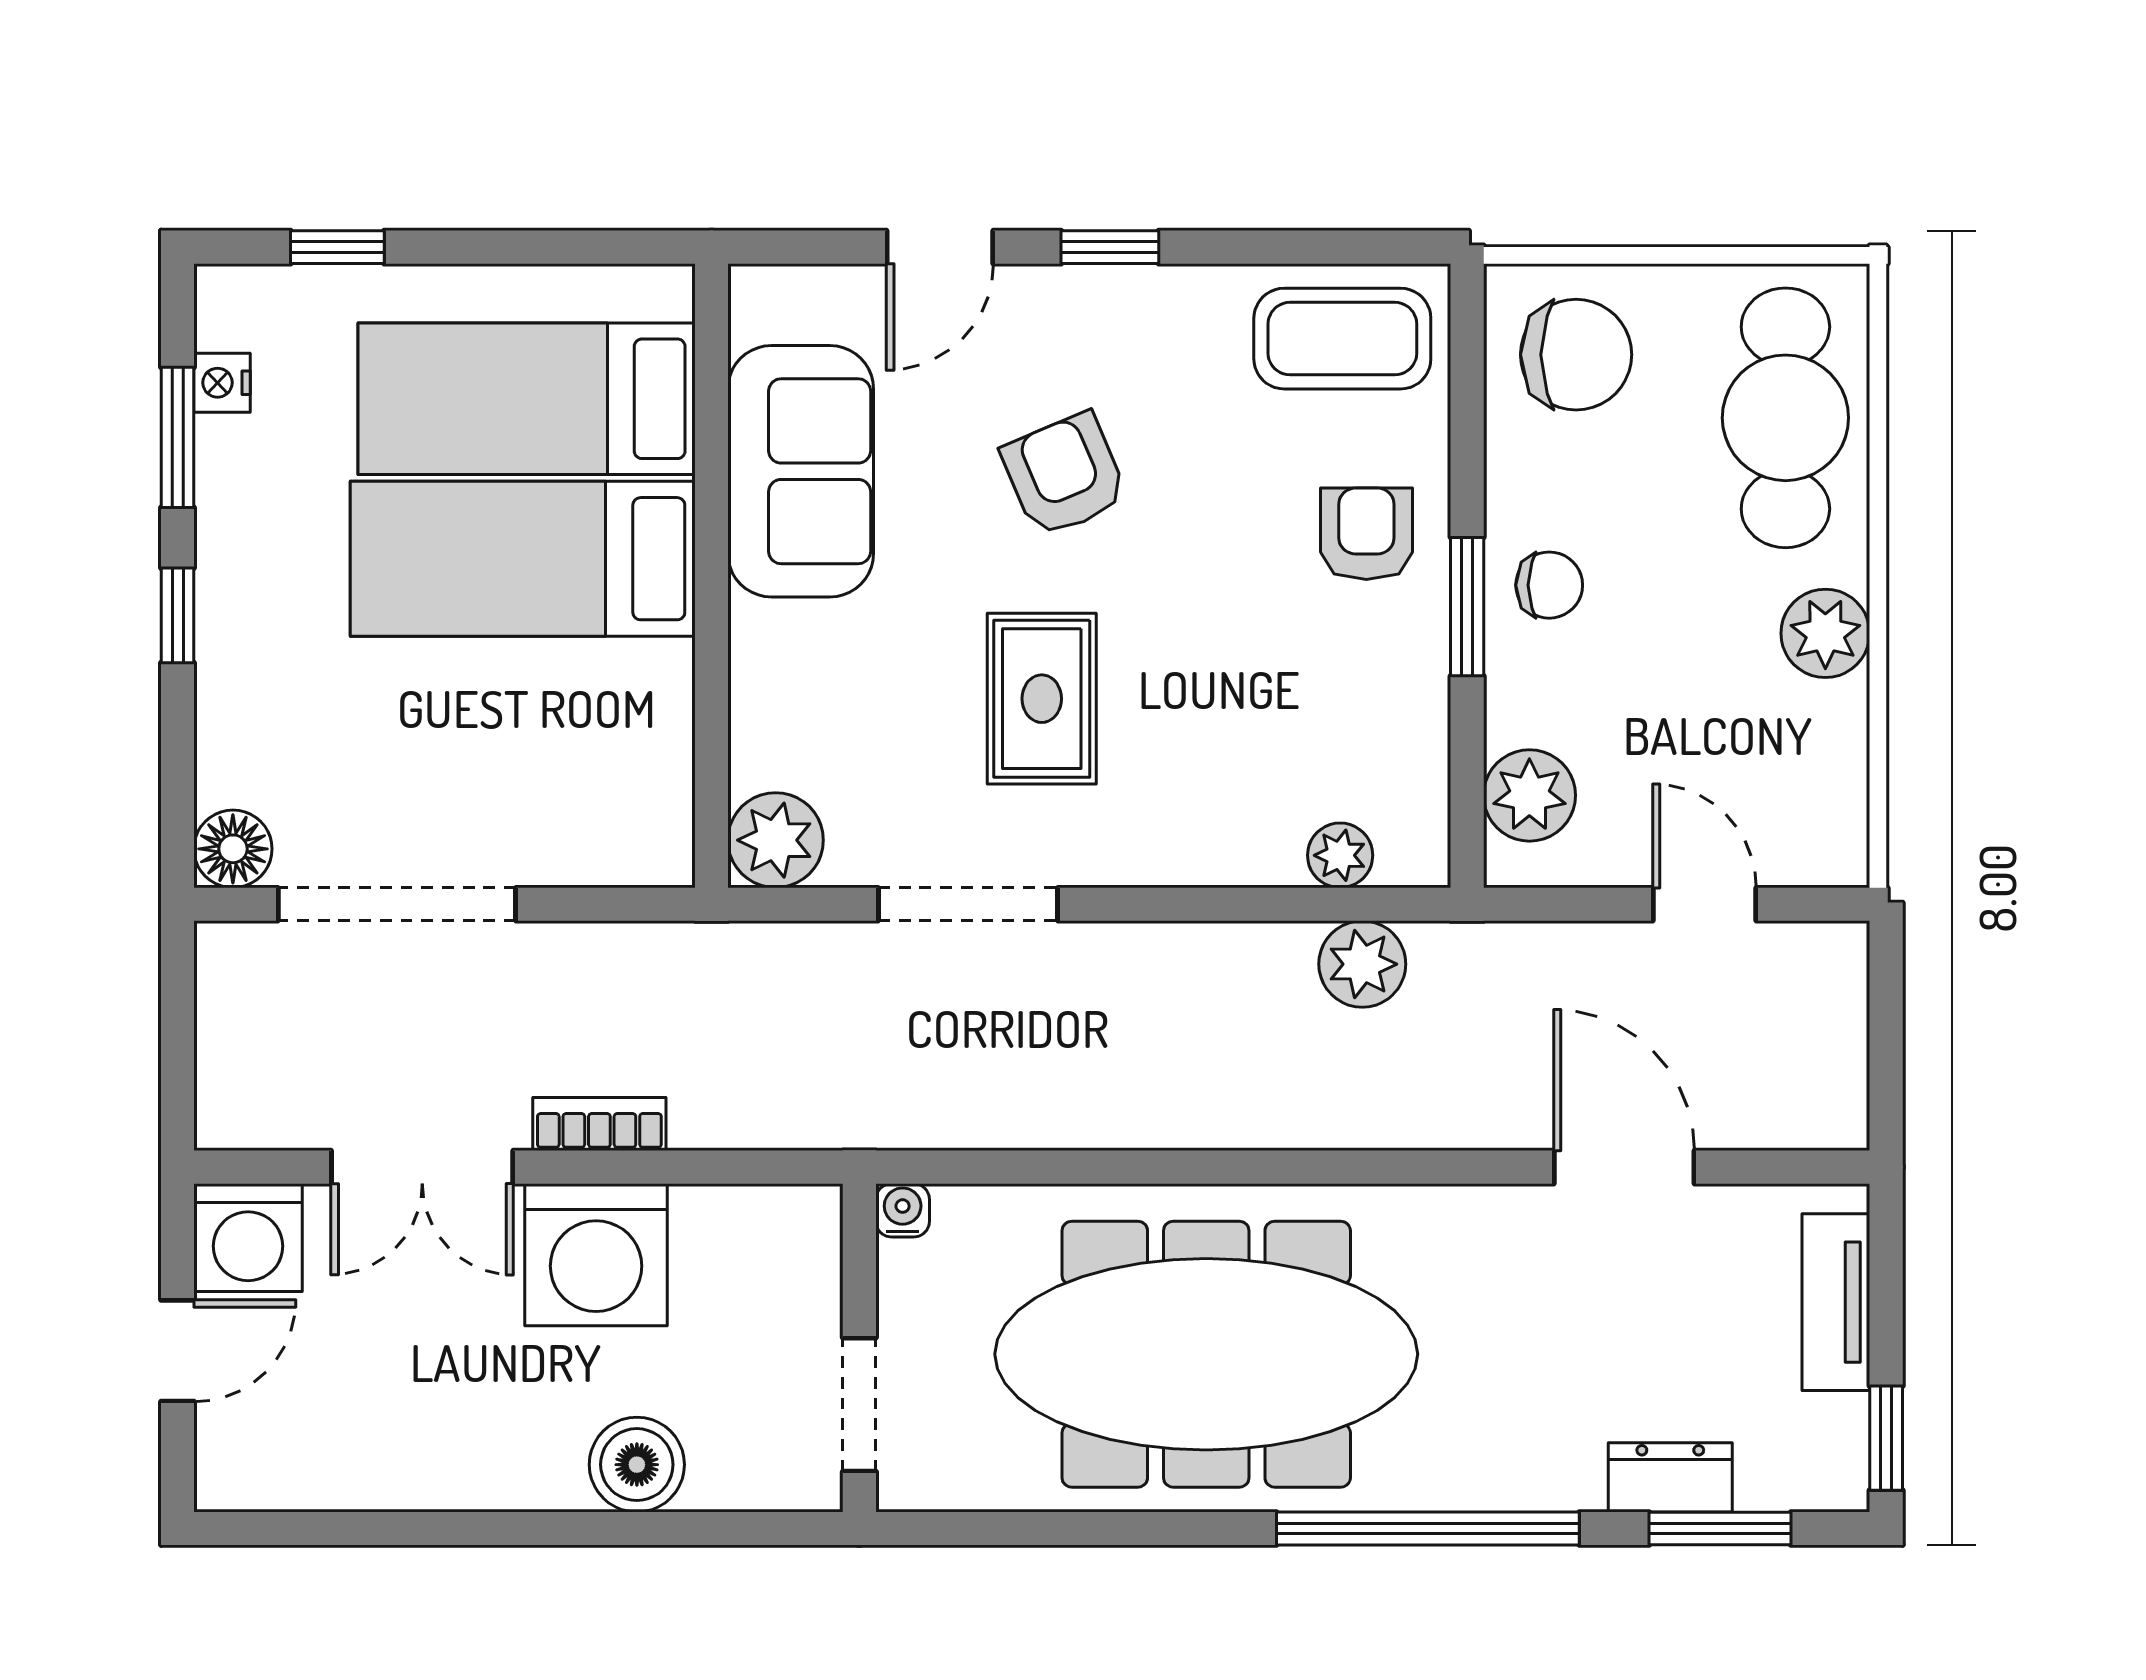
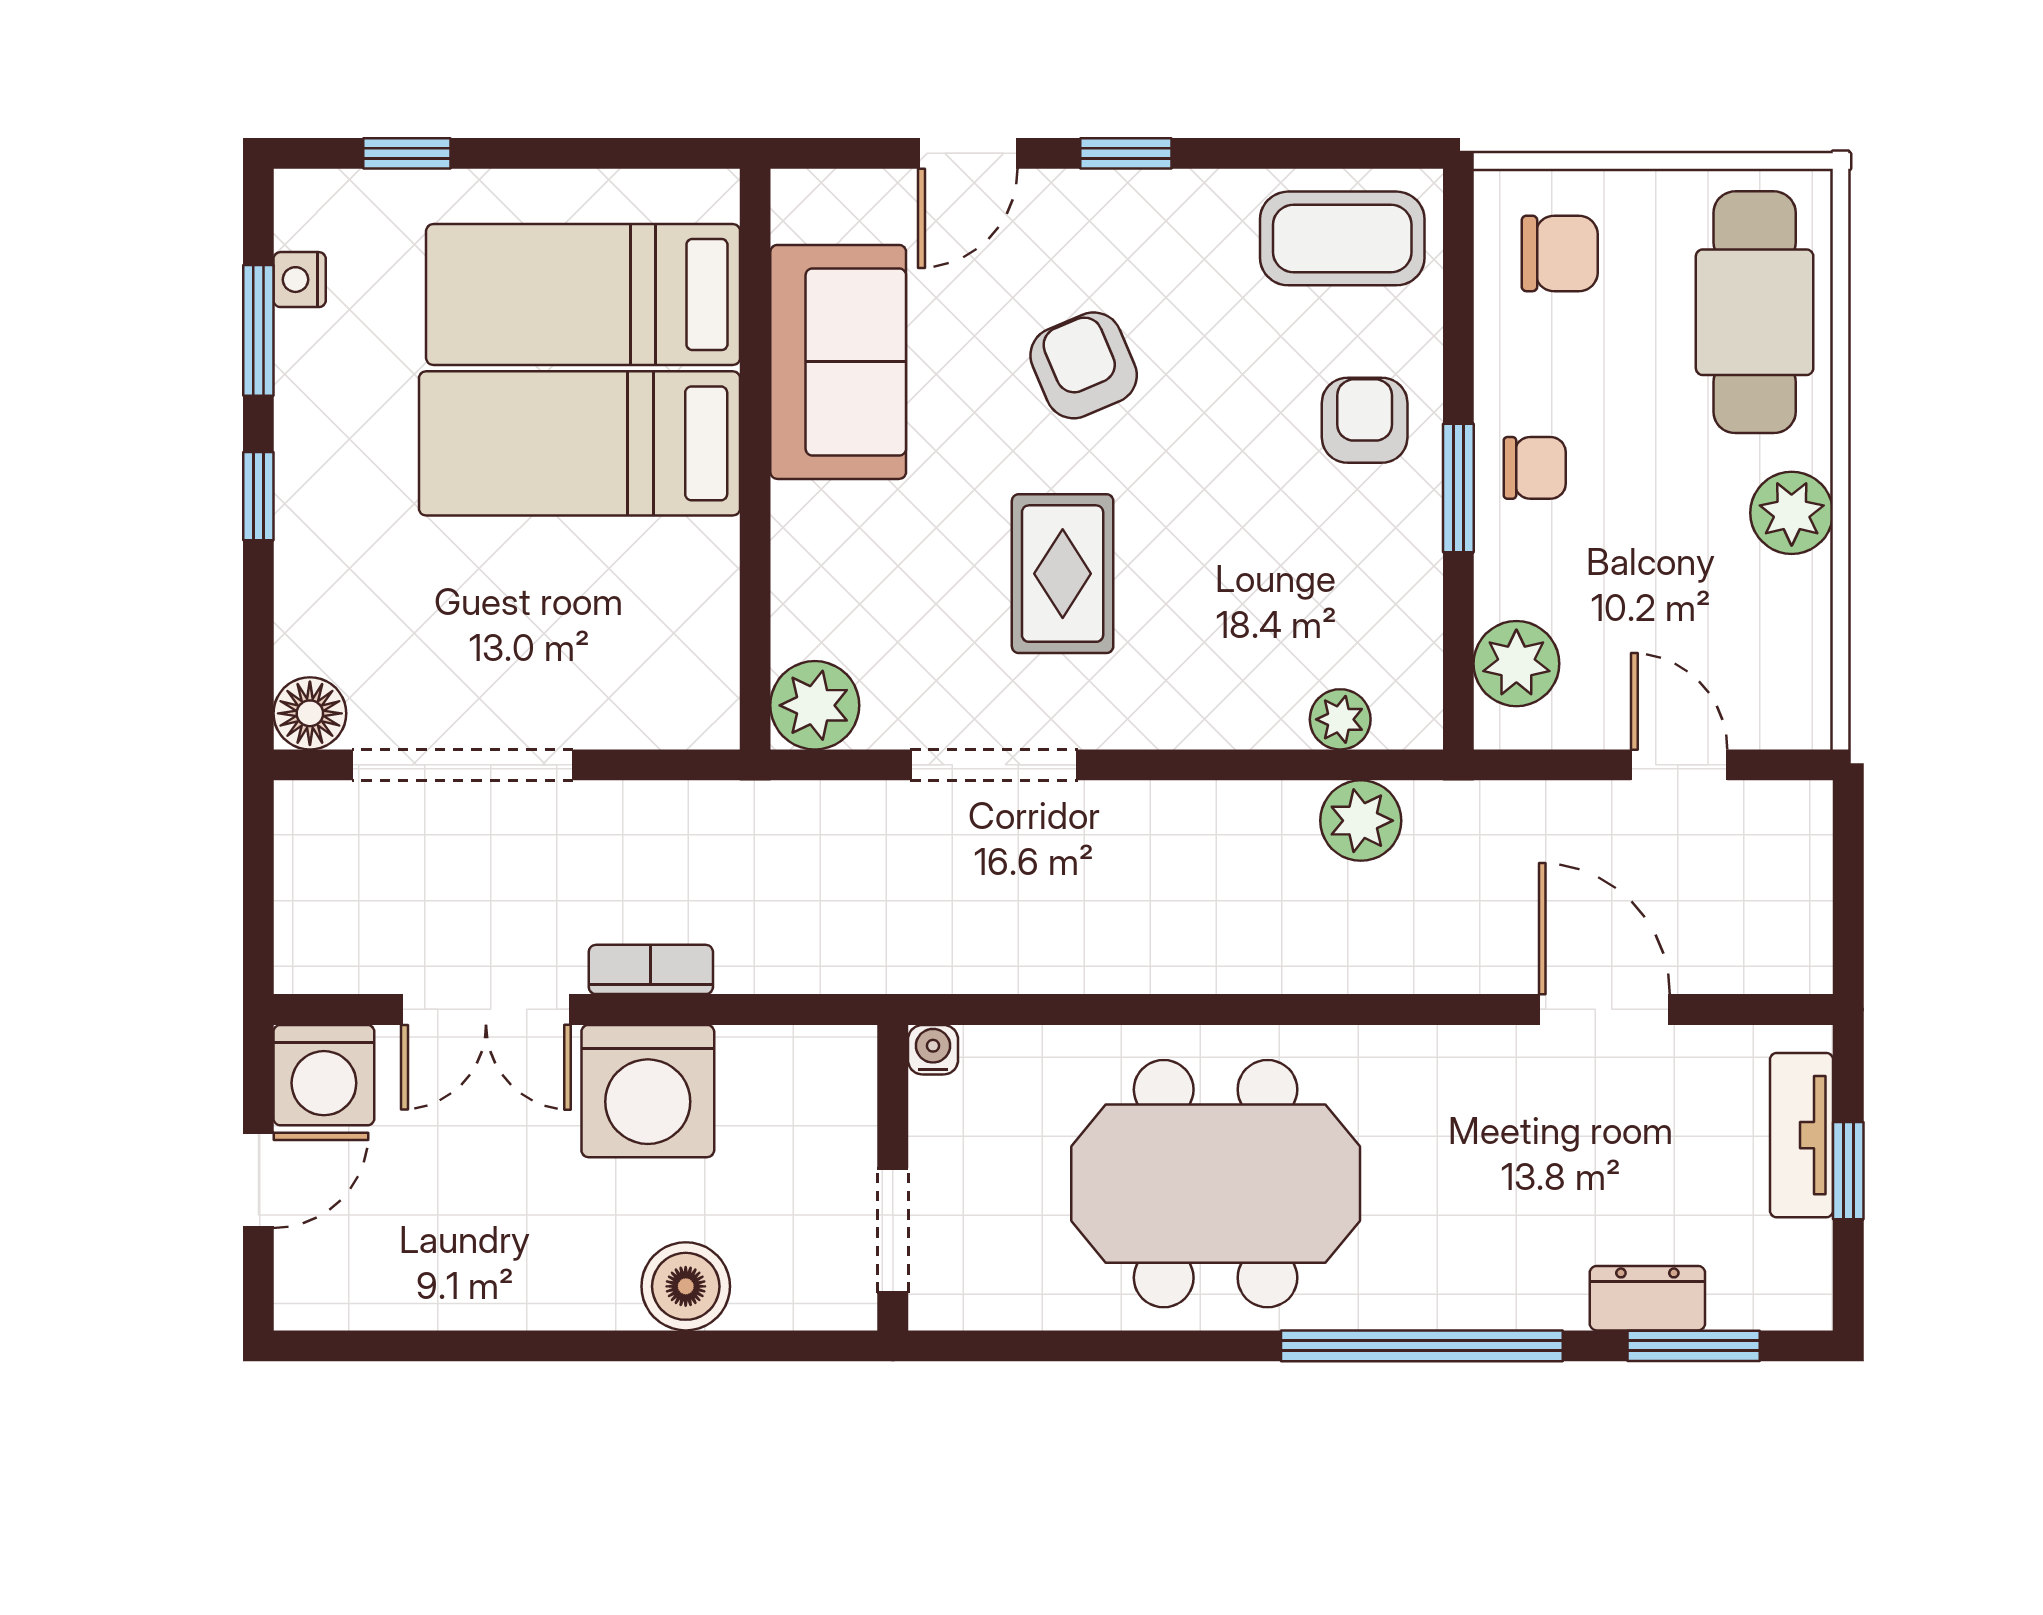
chair: (1576, 355) -> (1560, 253), width x0.73, depth x0.73
meeting table: (1206, 1354) -> (1216, 1184), width x0.73
window: (1886, 1438) -> (1848, 1171), moved

